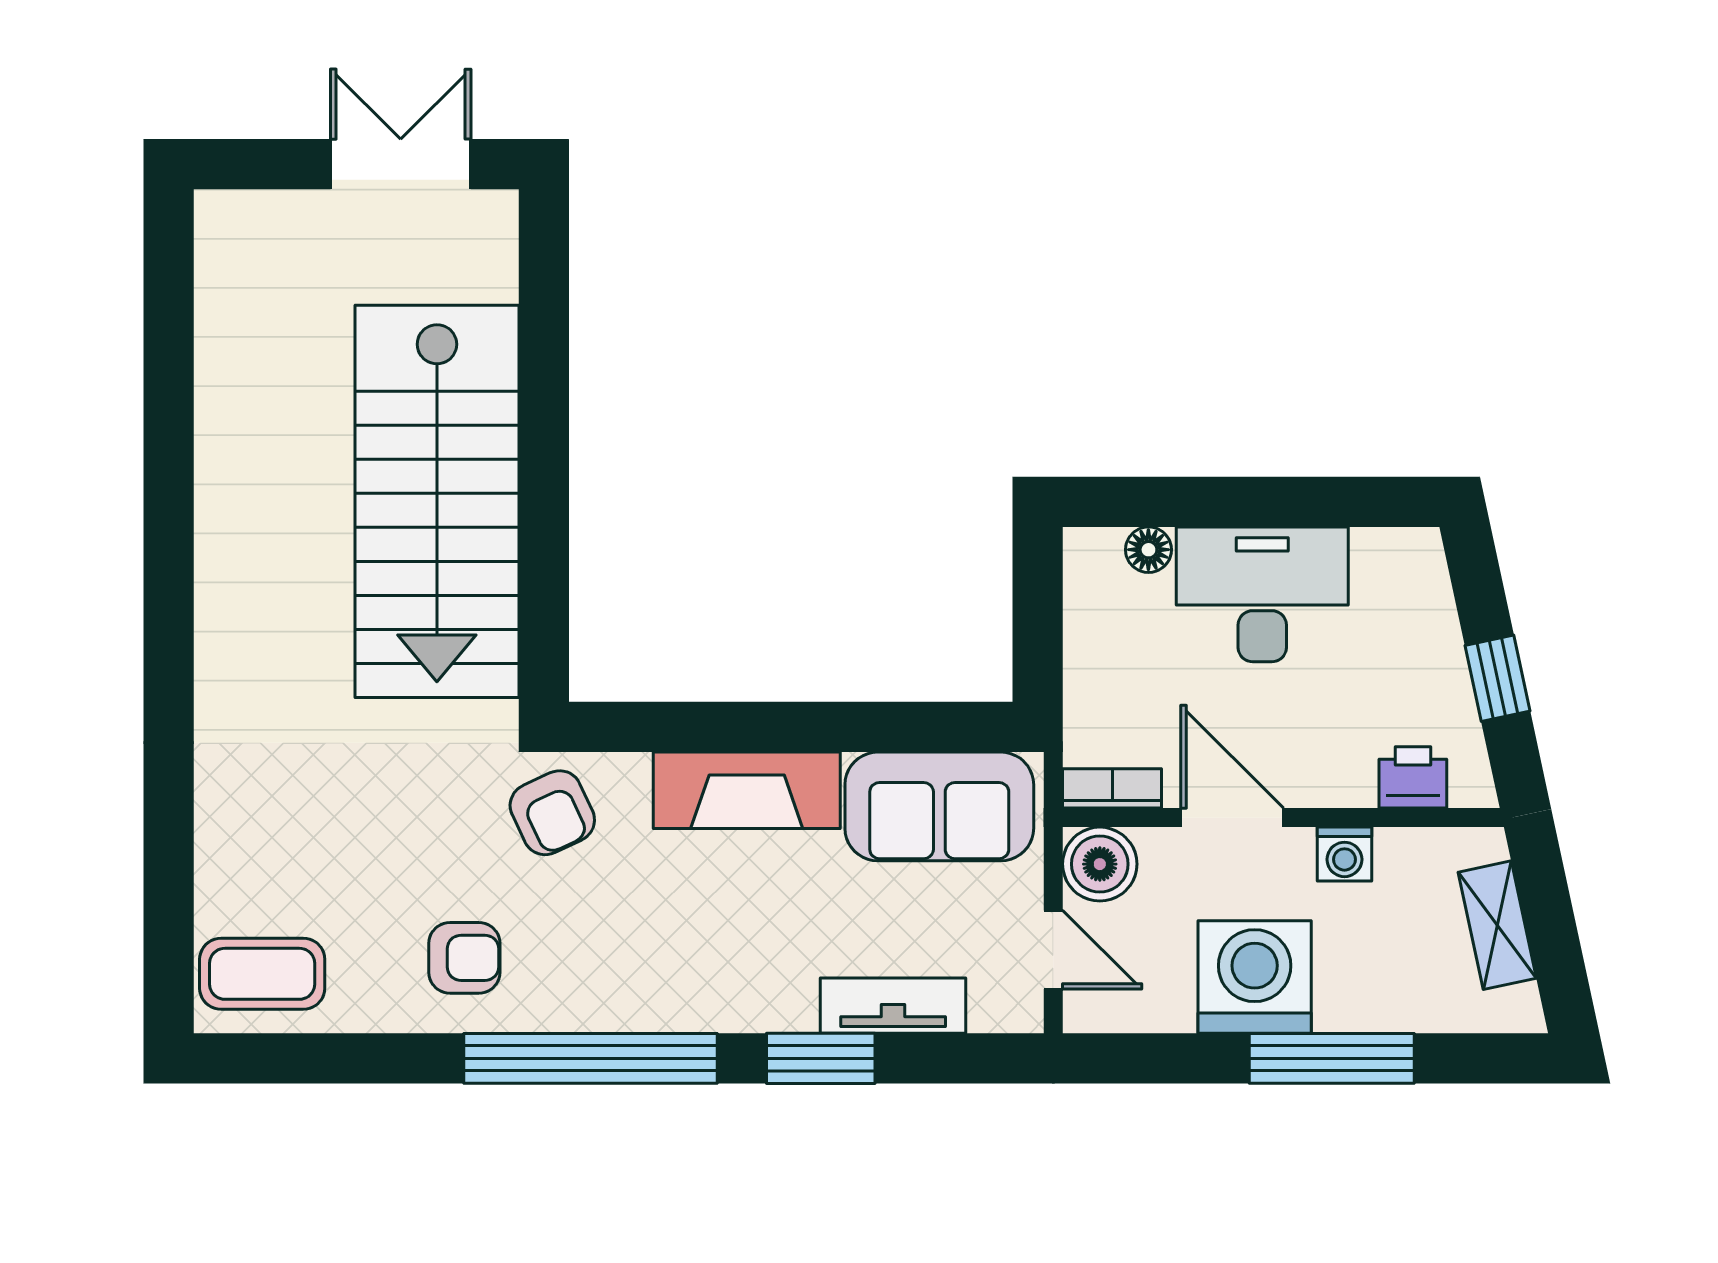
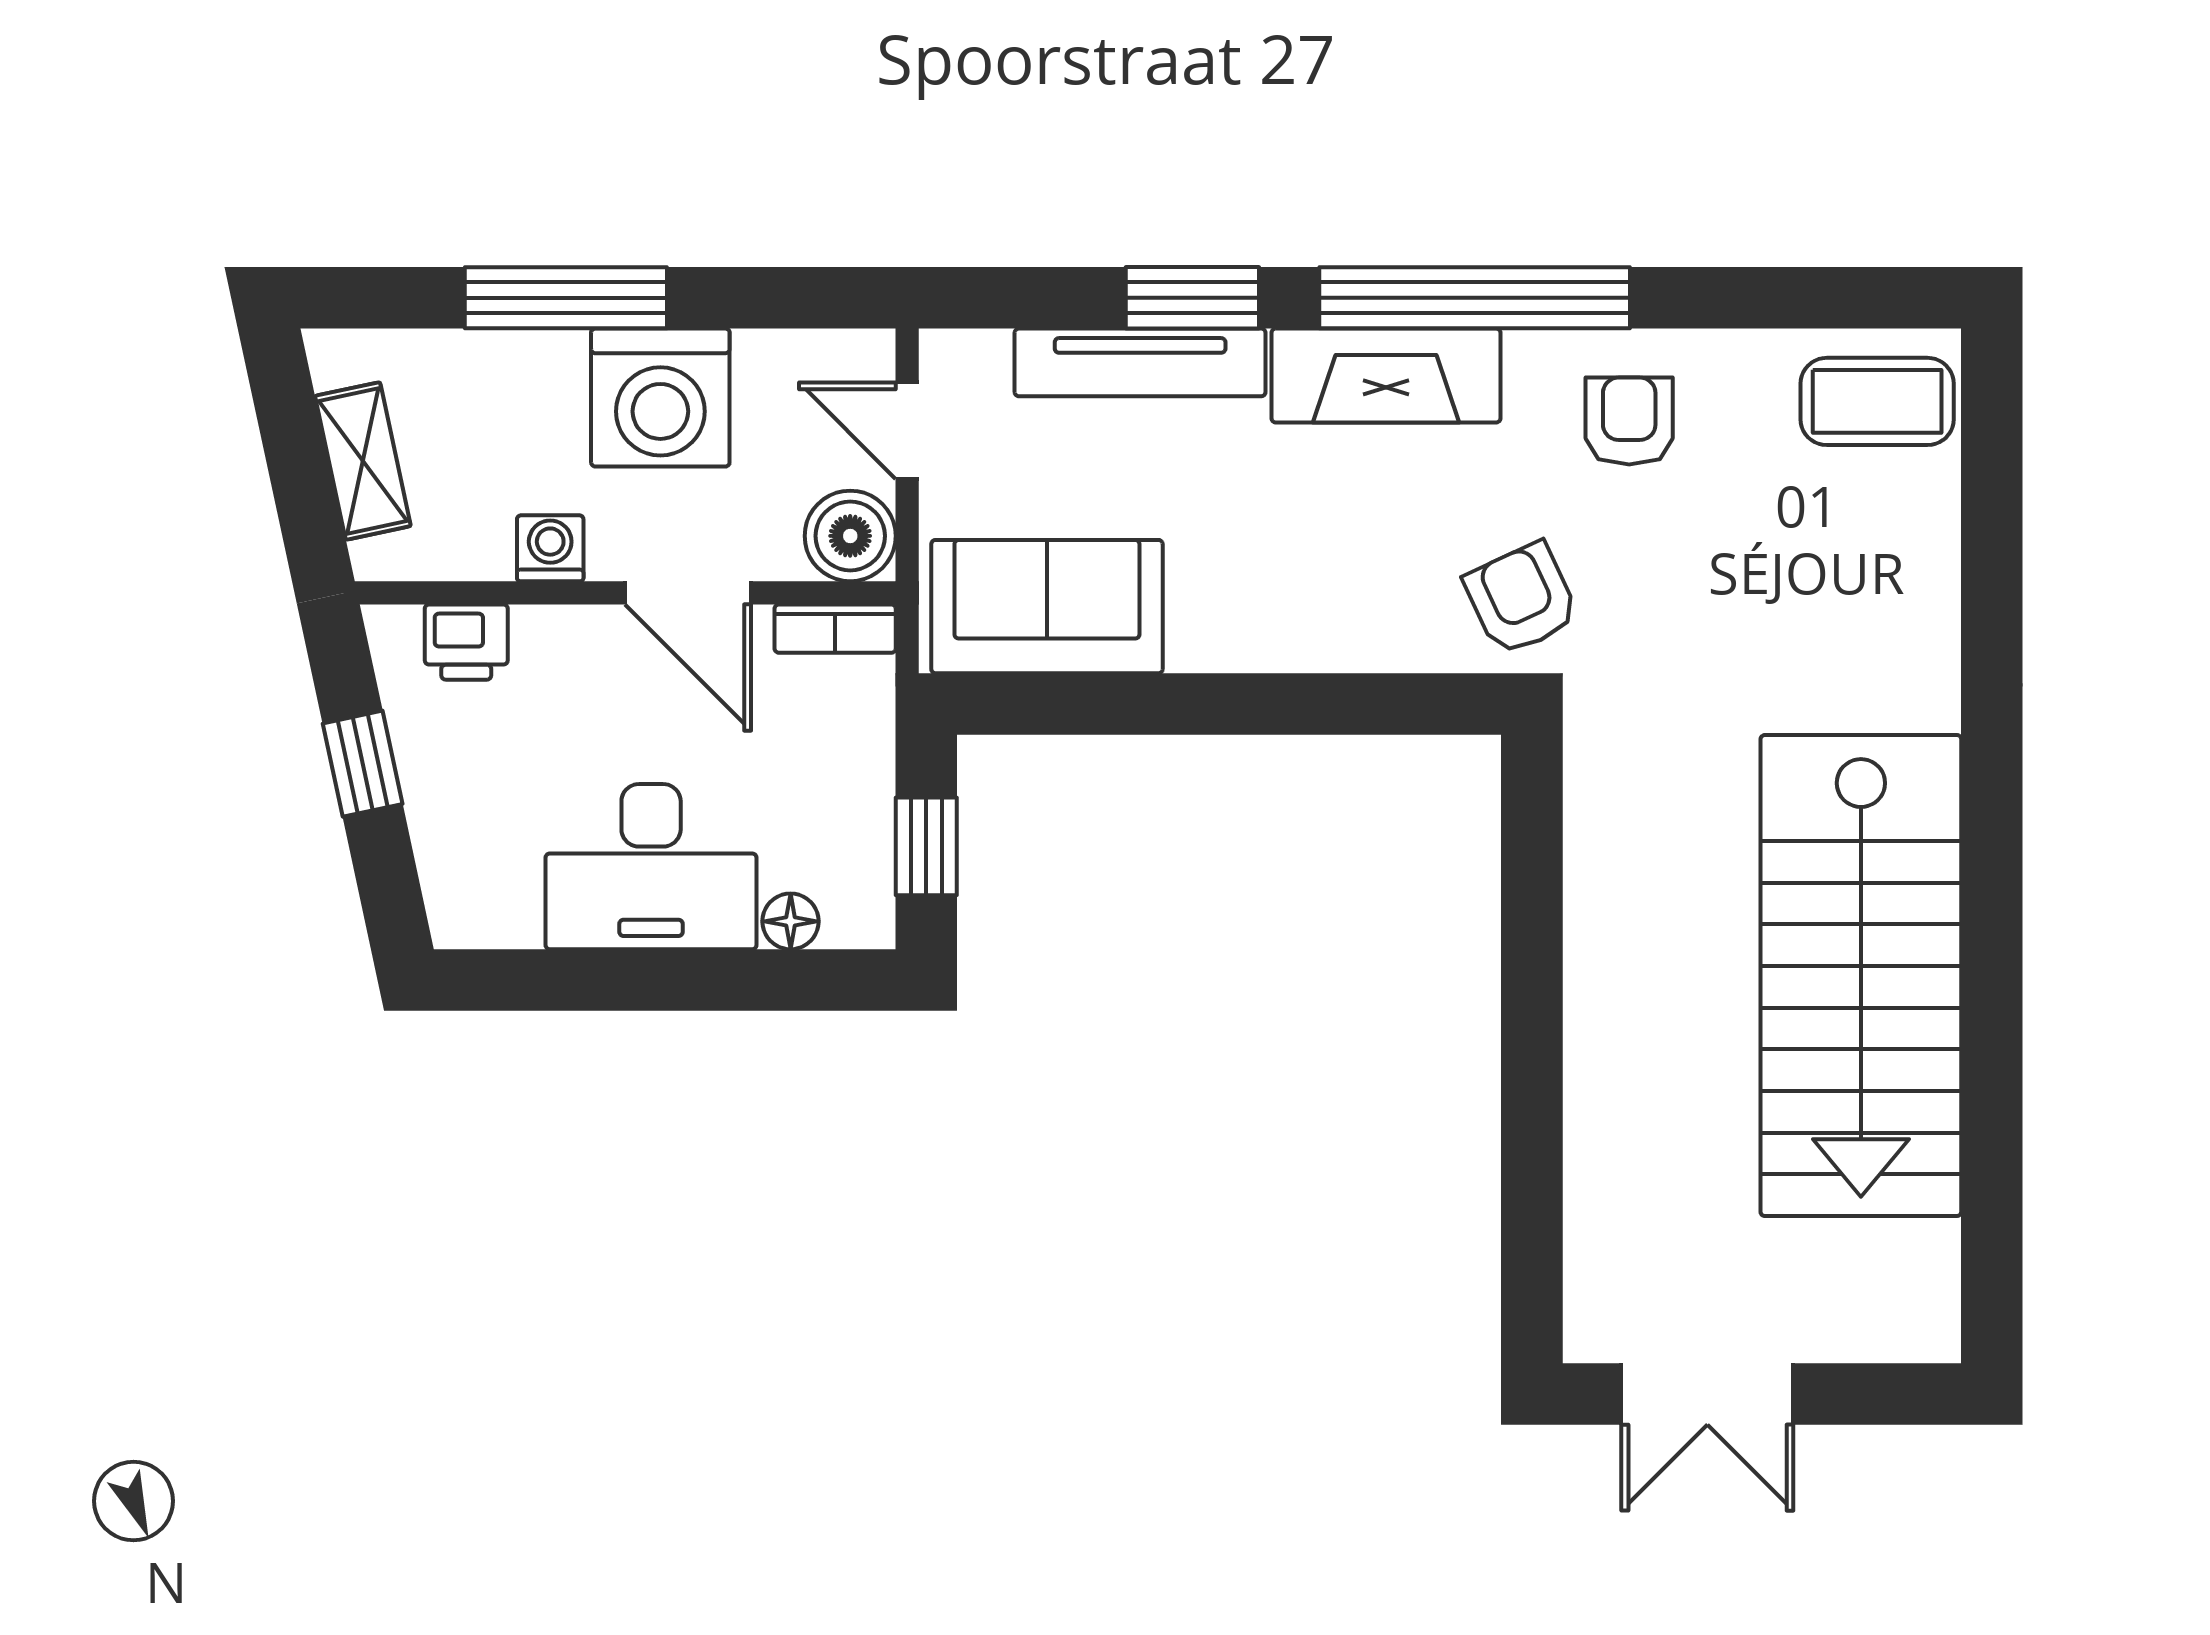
stairs: (437, 501) -> (1861, 976), moved, turned 180
window: (1038, 611) -> (926, 846), added
fireplace: (747, 790) -> (1386, 376), moved, turned 180
armchair: (464, 958) -> (1629, 421), turned 90
tv unit: (893, 1006) -> (1140, 362), width x1.41

